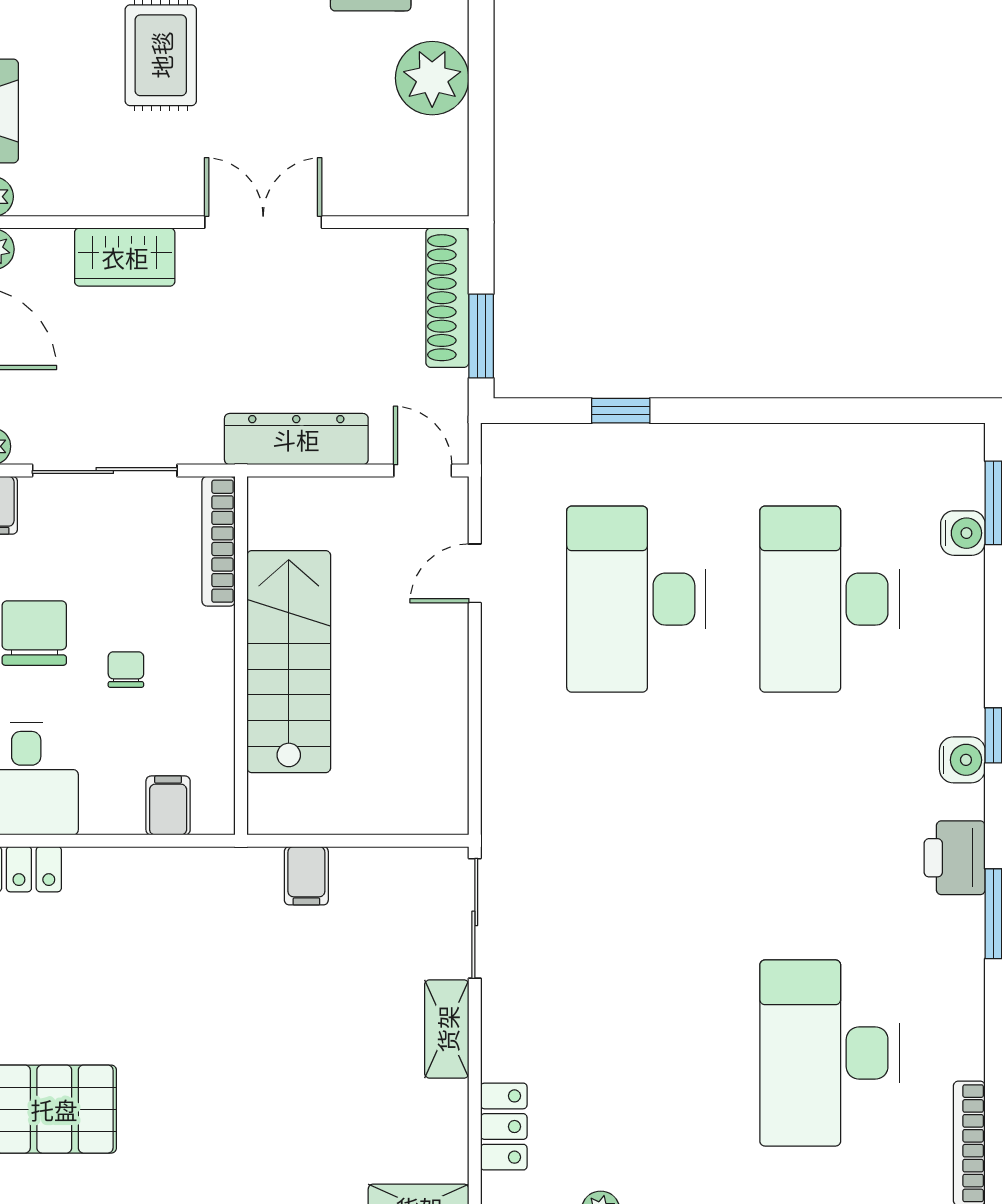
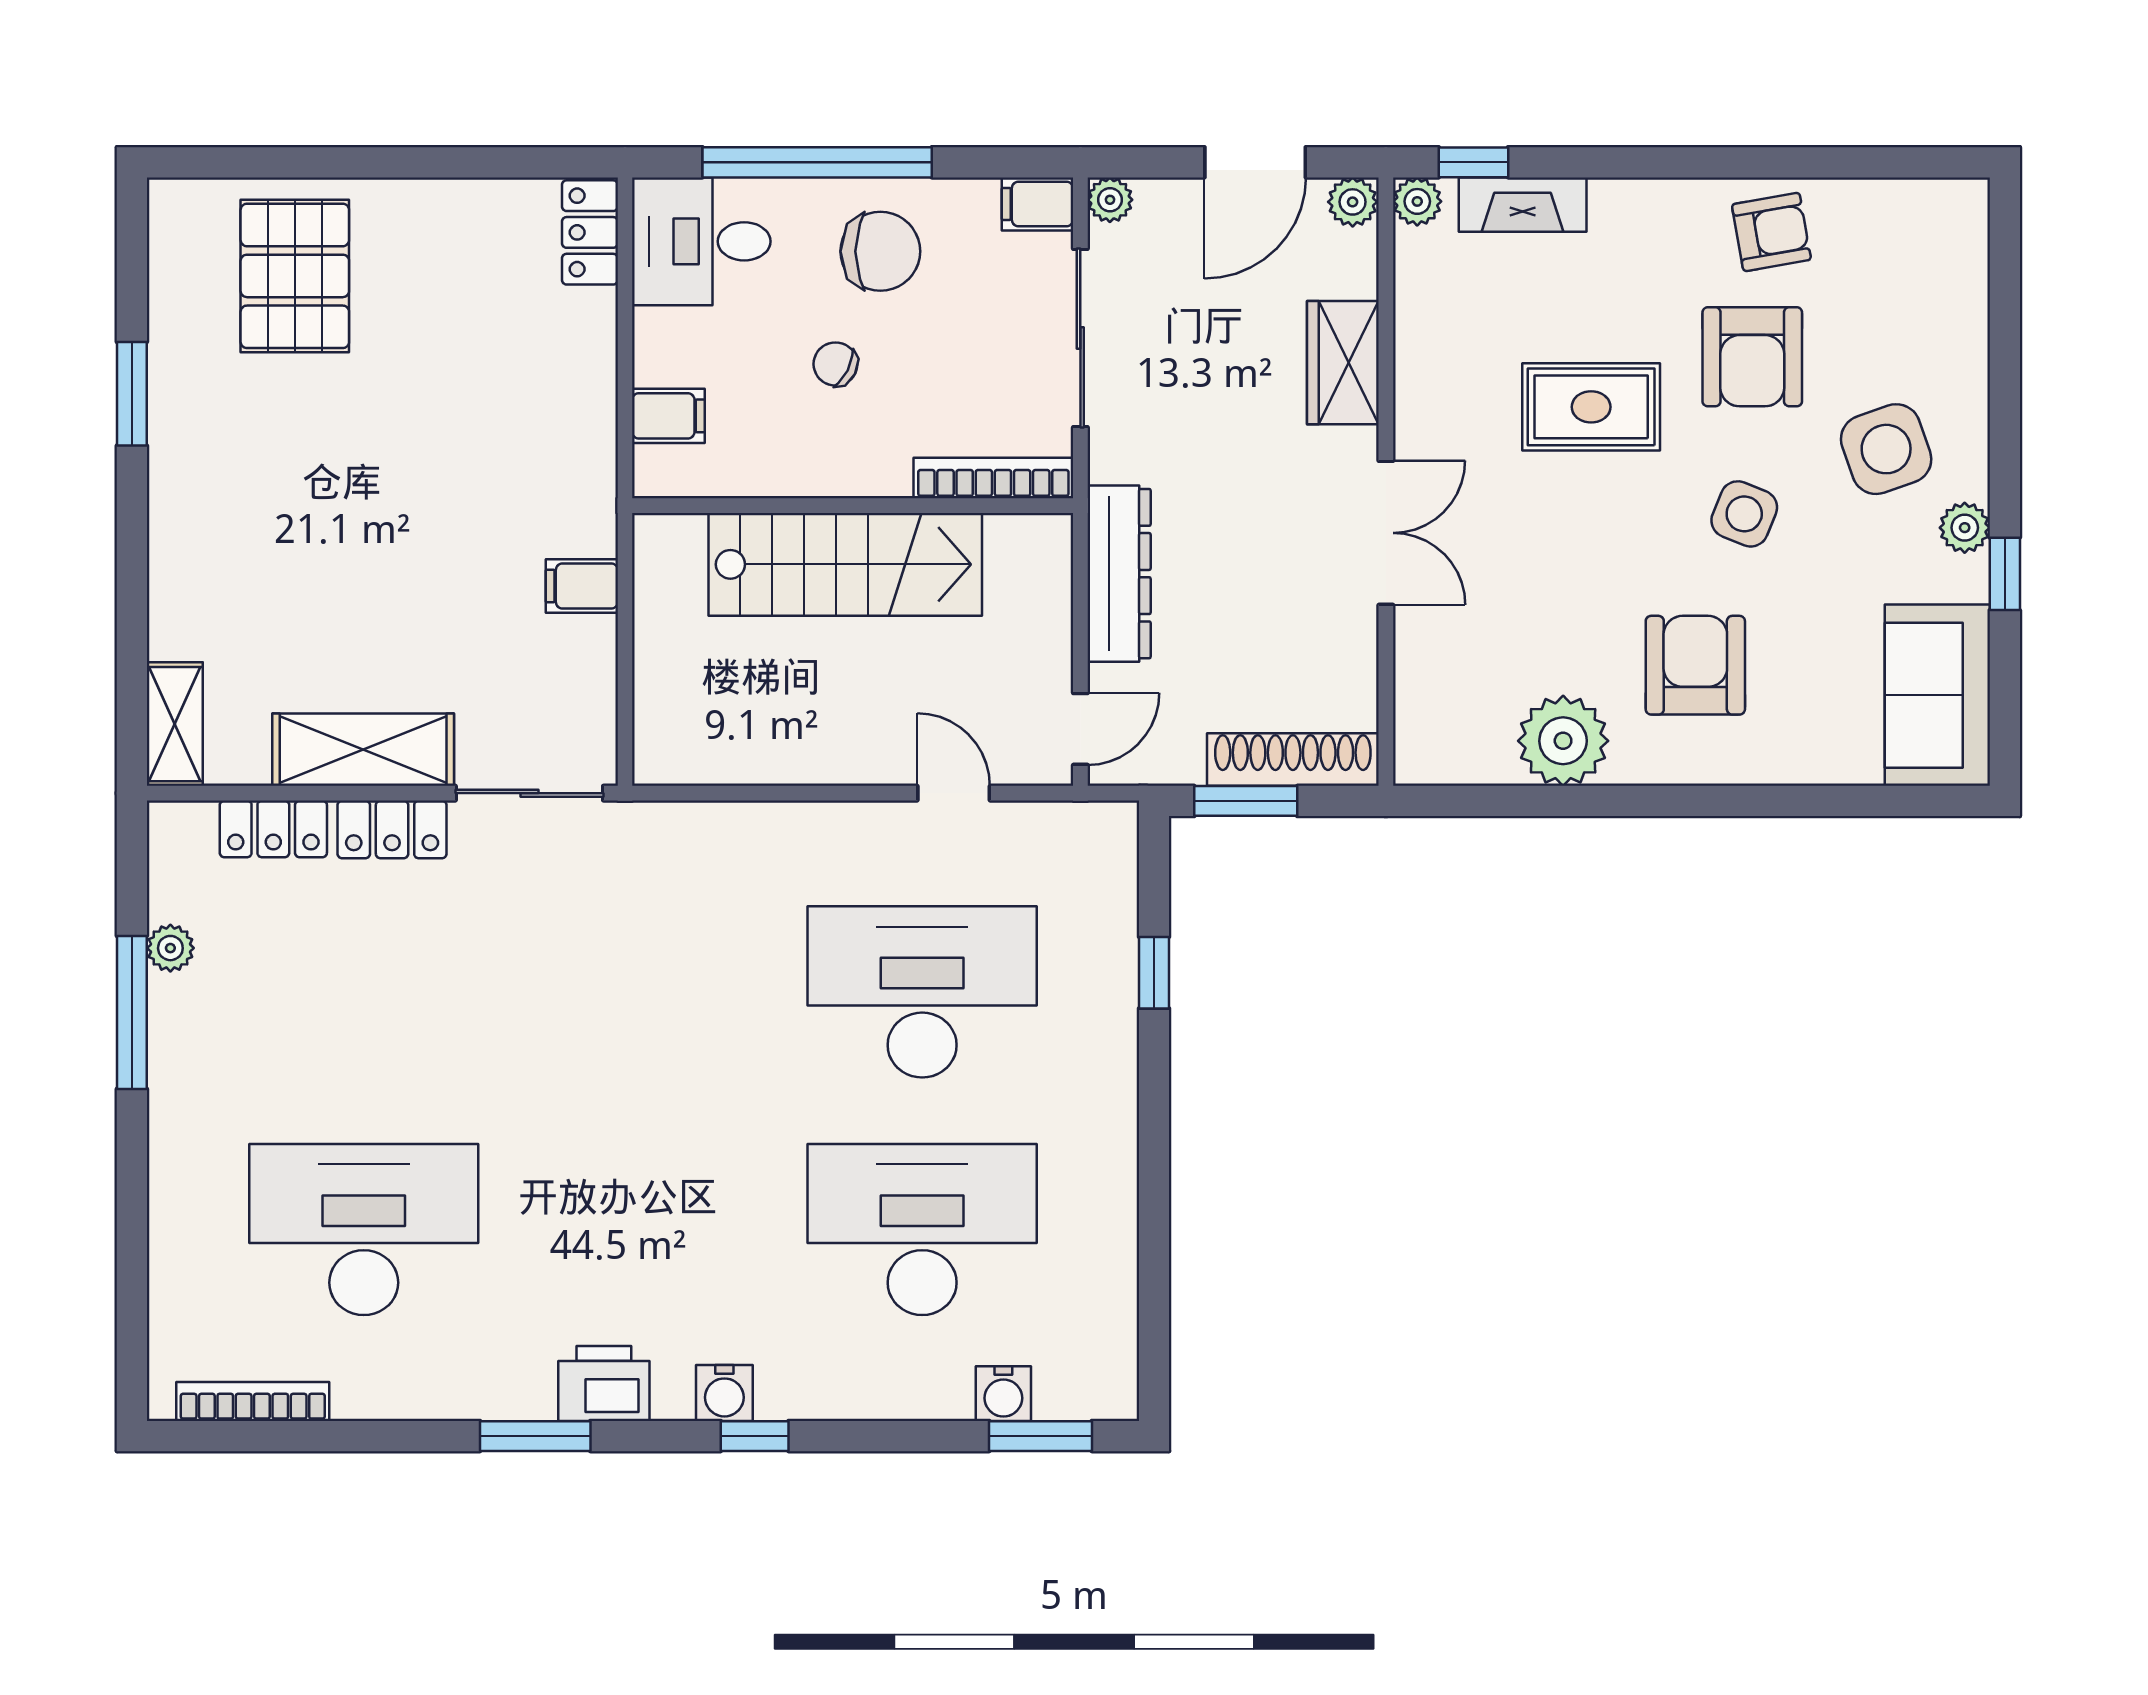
chair: (126, 670) -> (835, 364), turned -153
shelving: (447, 1029) -> (363, 750), width x1.50, depth x1.33
locker: (504, 1030) -> (392, 829), added

